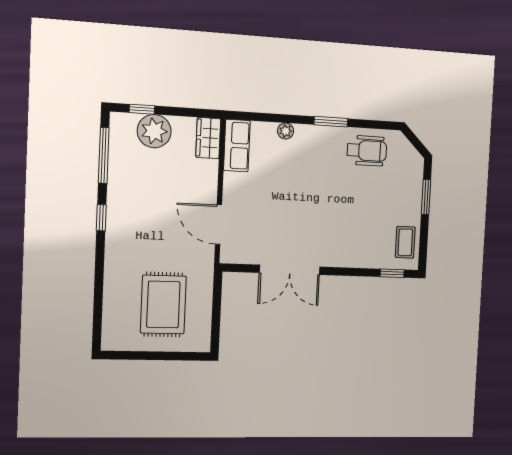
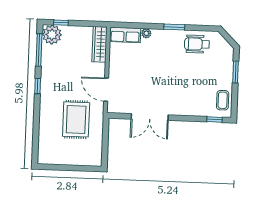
plant: (154, 131) -> (52, 35), moved
wardrobe: (208, 138) -> (100, 44), width x1.50
row of seats: (237, 146) -> (125, 35), moved, turned 90
wheelchair: (367, 151) -> (197, 44), turned 180
rug: (163, 305) -> (76, 119), moved

